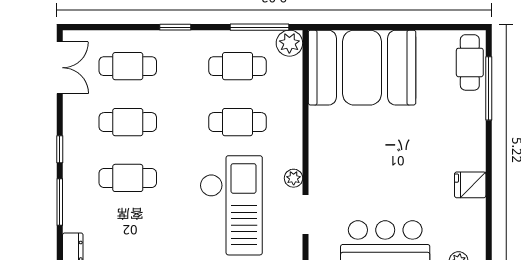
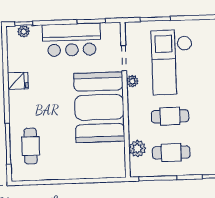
plant: (289, 43) -> (137, 149), moved
cafe table: (470, 62) -> (31, 146), moved
booth: (362, 68) -> (99, 107), moved, turned 90

